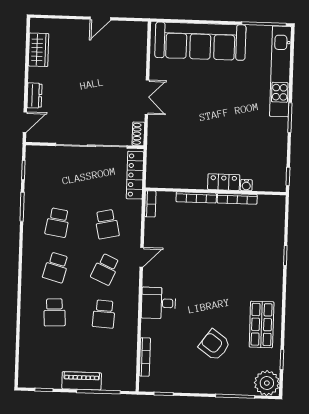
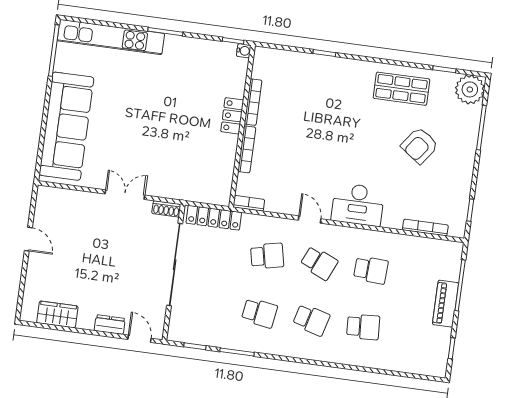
water cooler: (246, 185) -> (244, 51), moved
desk: (159, 303) -> (358, 204), width x1.37

